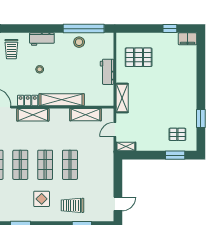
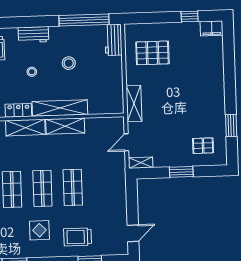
stool: (79, 42) -> (69, 63), moved
workbench: (107, 72) -> (113, 40), moved
shelving: (86, 115) -> (65, 126), moved
window: (175, 155) -> (181, 172), moved

